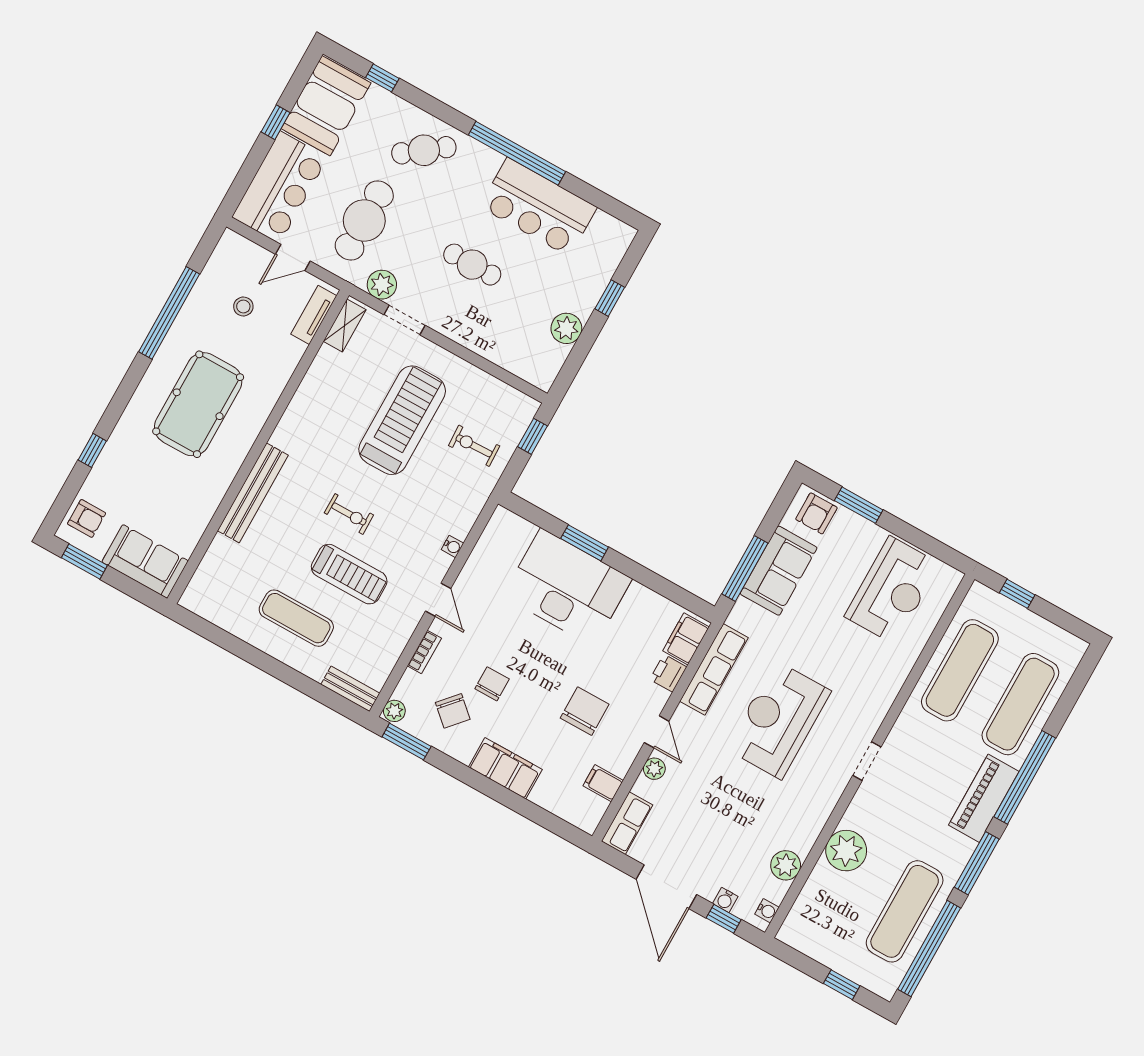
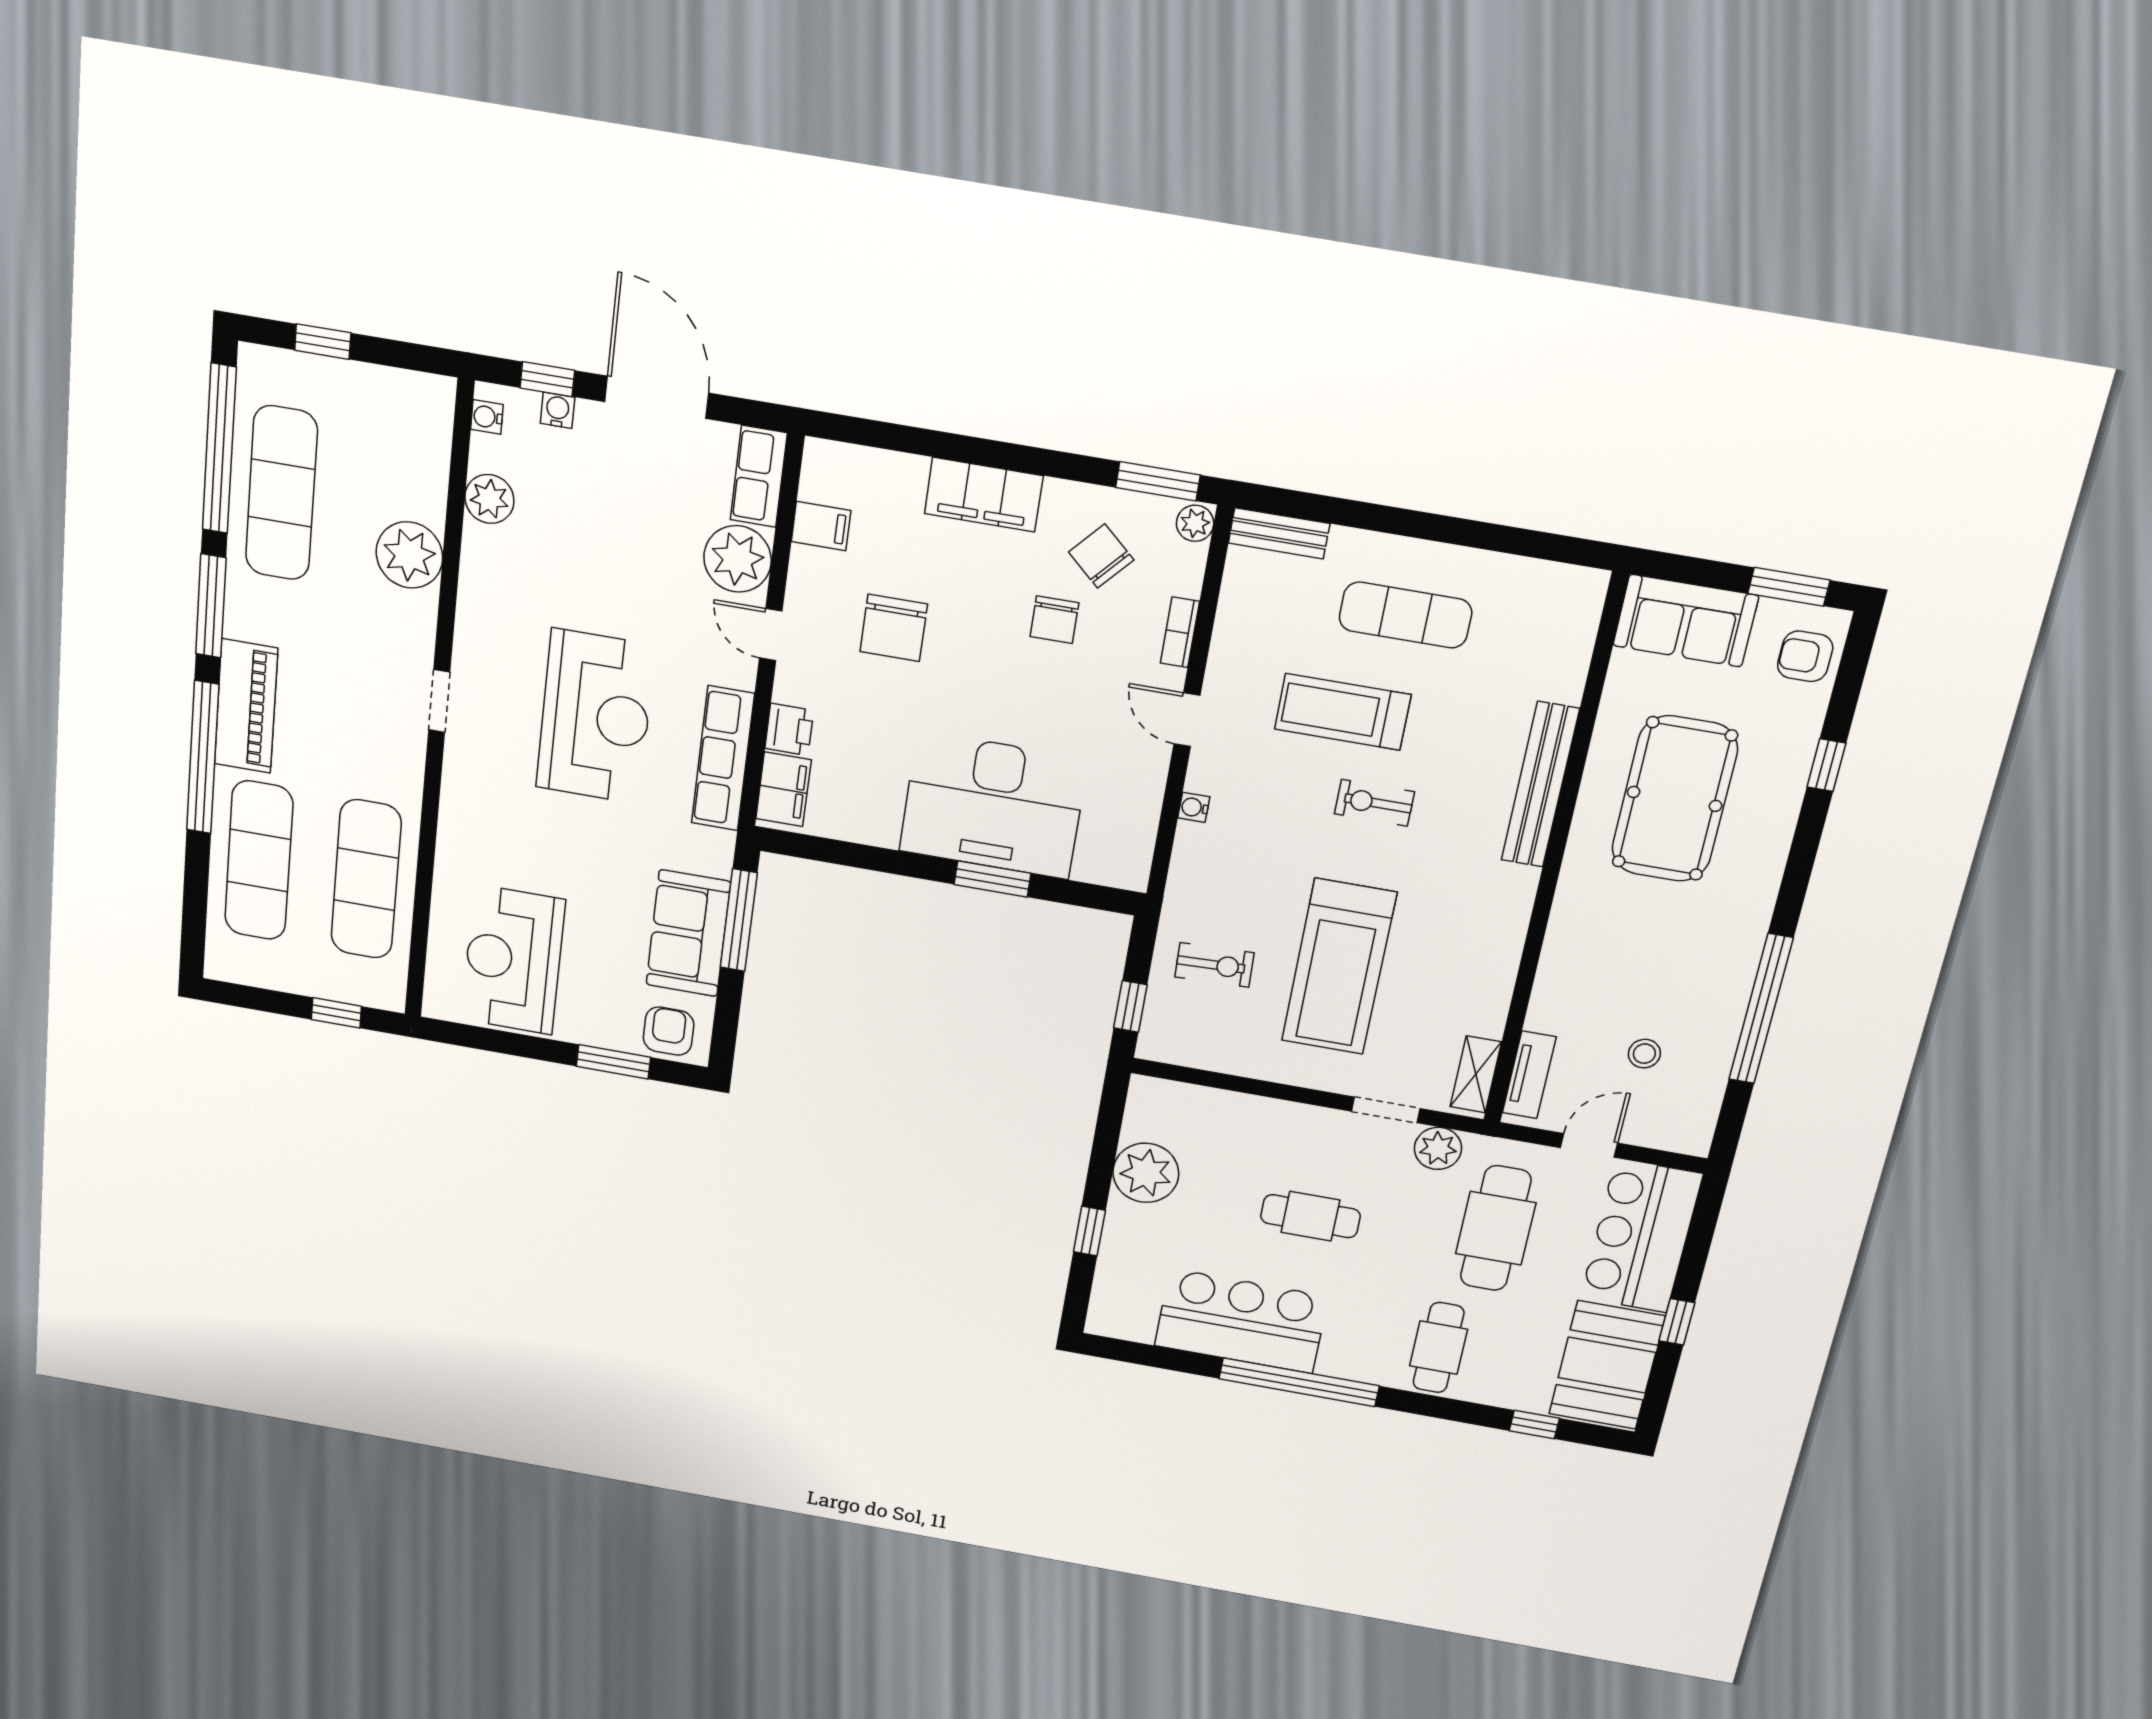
cafe table: (424, 150) -> (1439, 1348), turned -53
plant: (566, 328) -> (1146, 1173), width x1.36, depth x1.36
pool table: (198, 404) -> (1675, 799), moved
plant: (654, 769) -> (738, 559), width x1.87, depth x1.87

